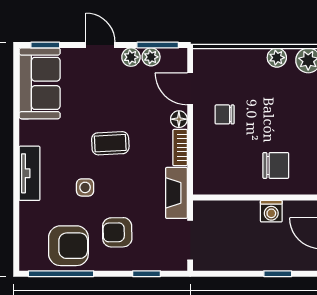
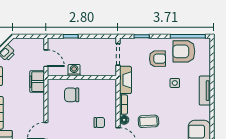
coffee table: (110, 143) -> (148, 121), moved

